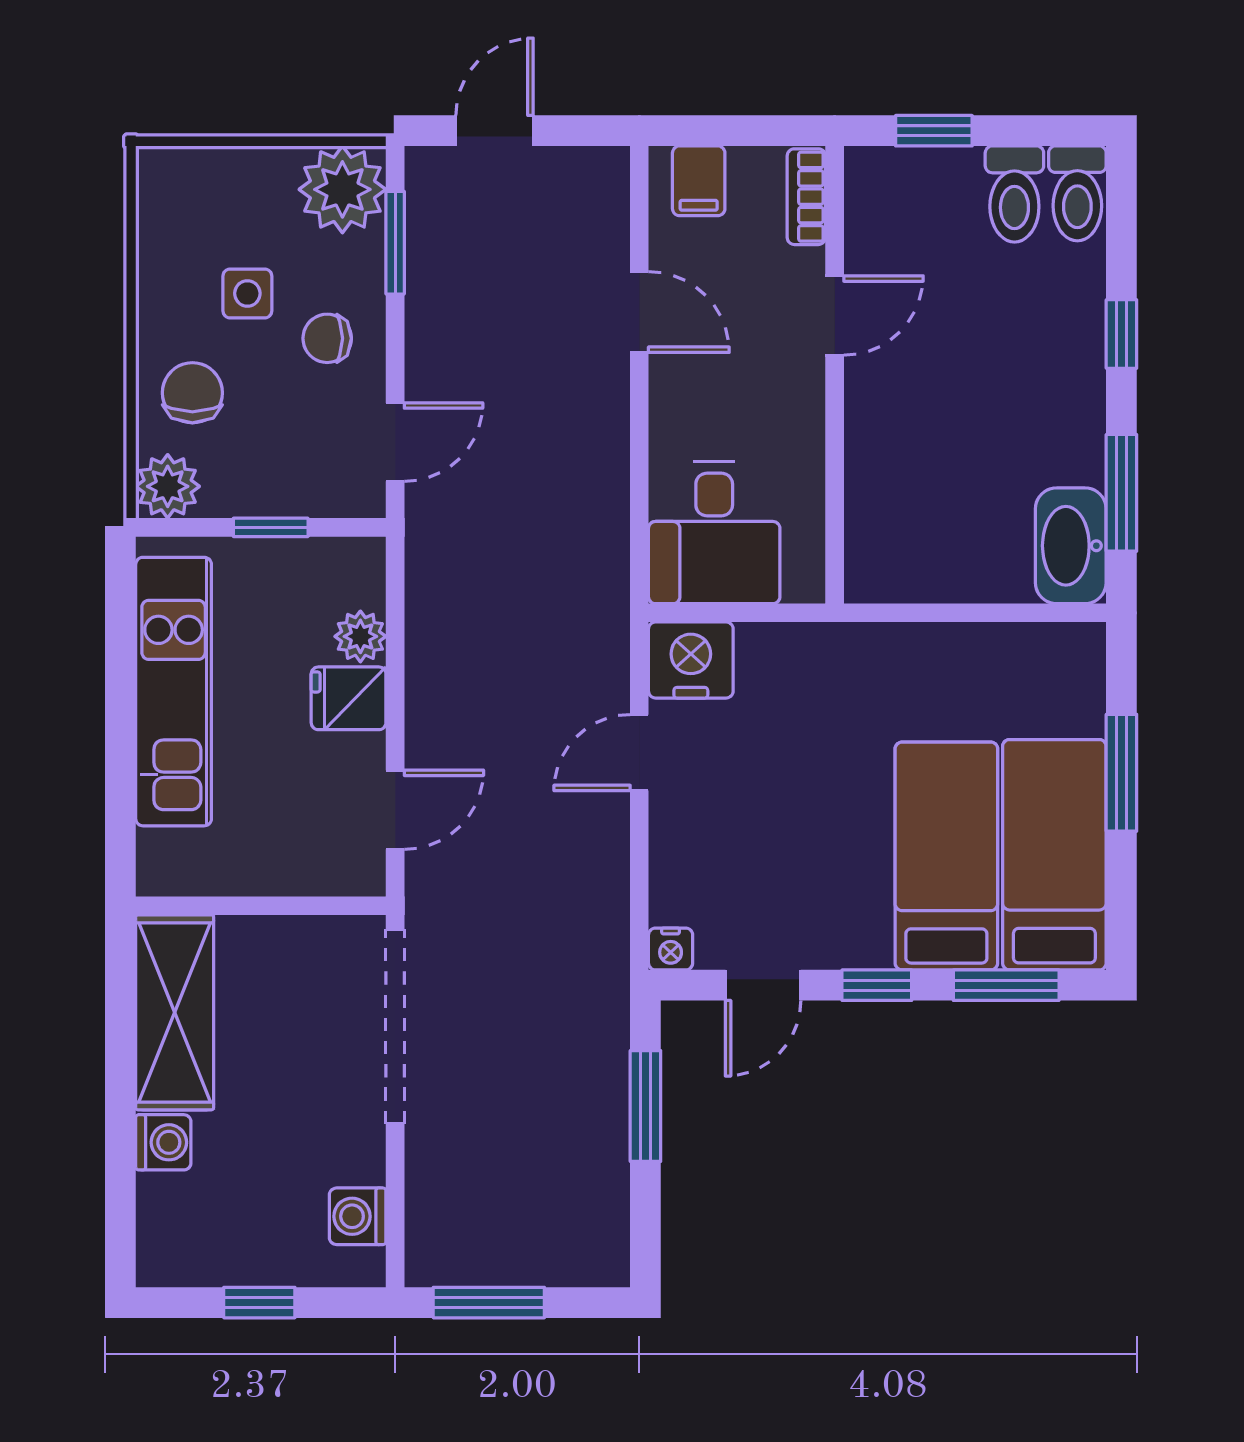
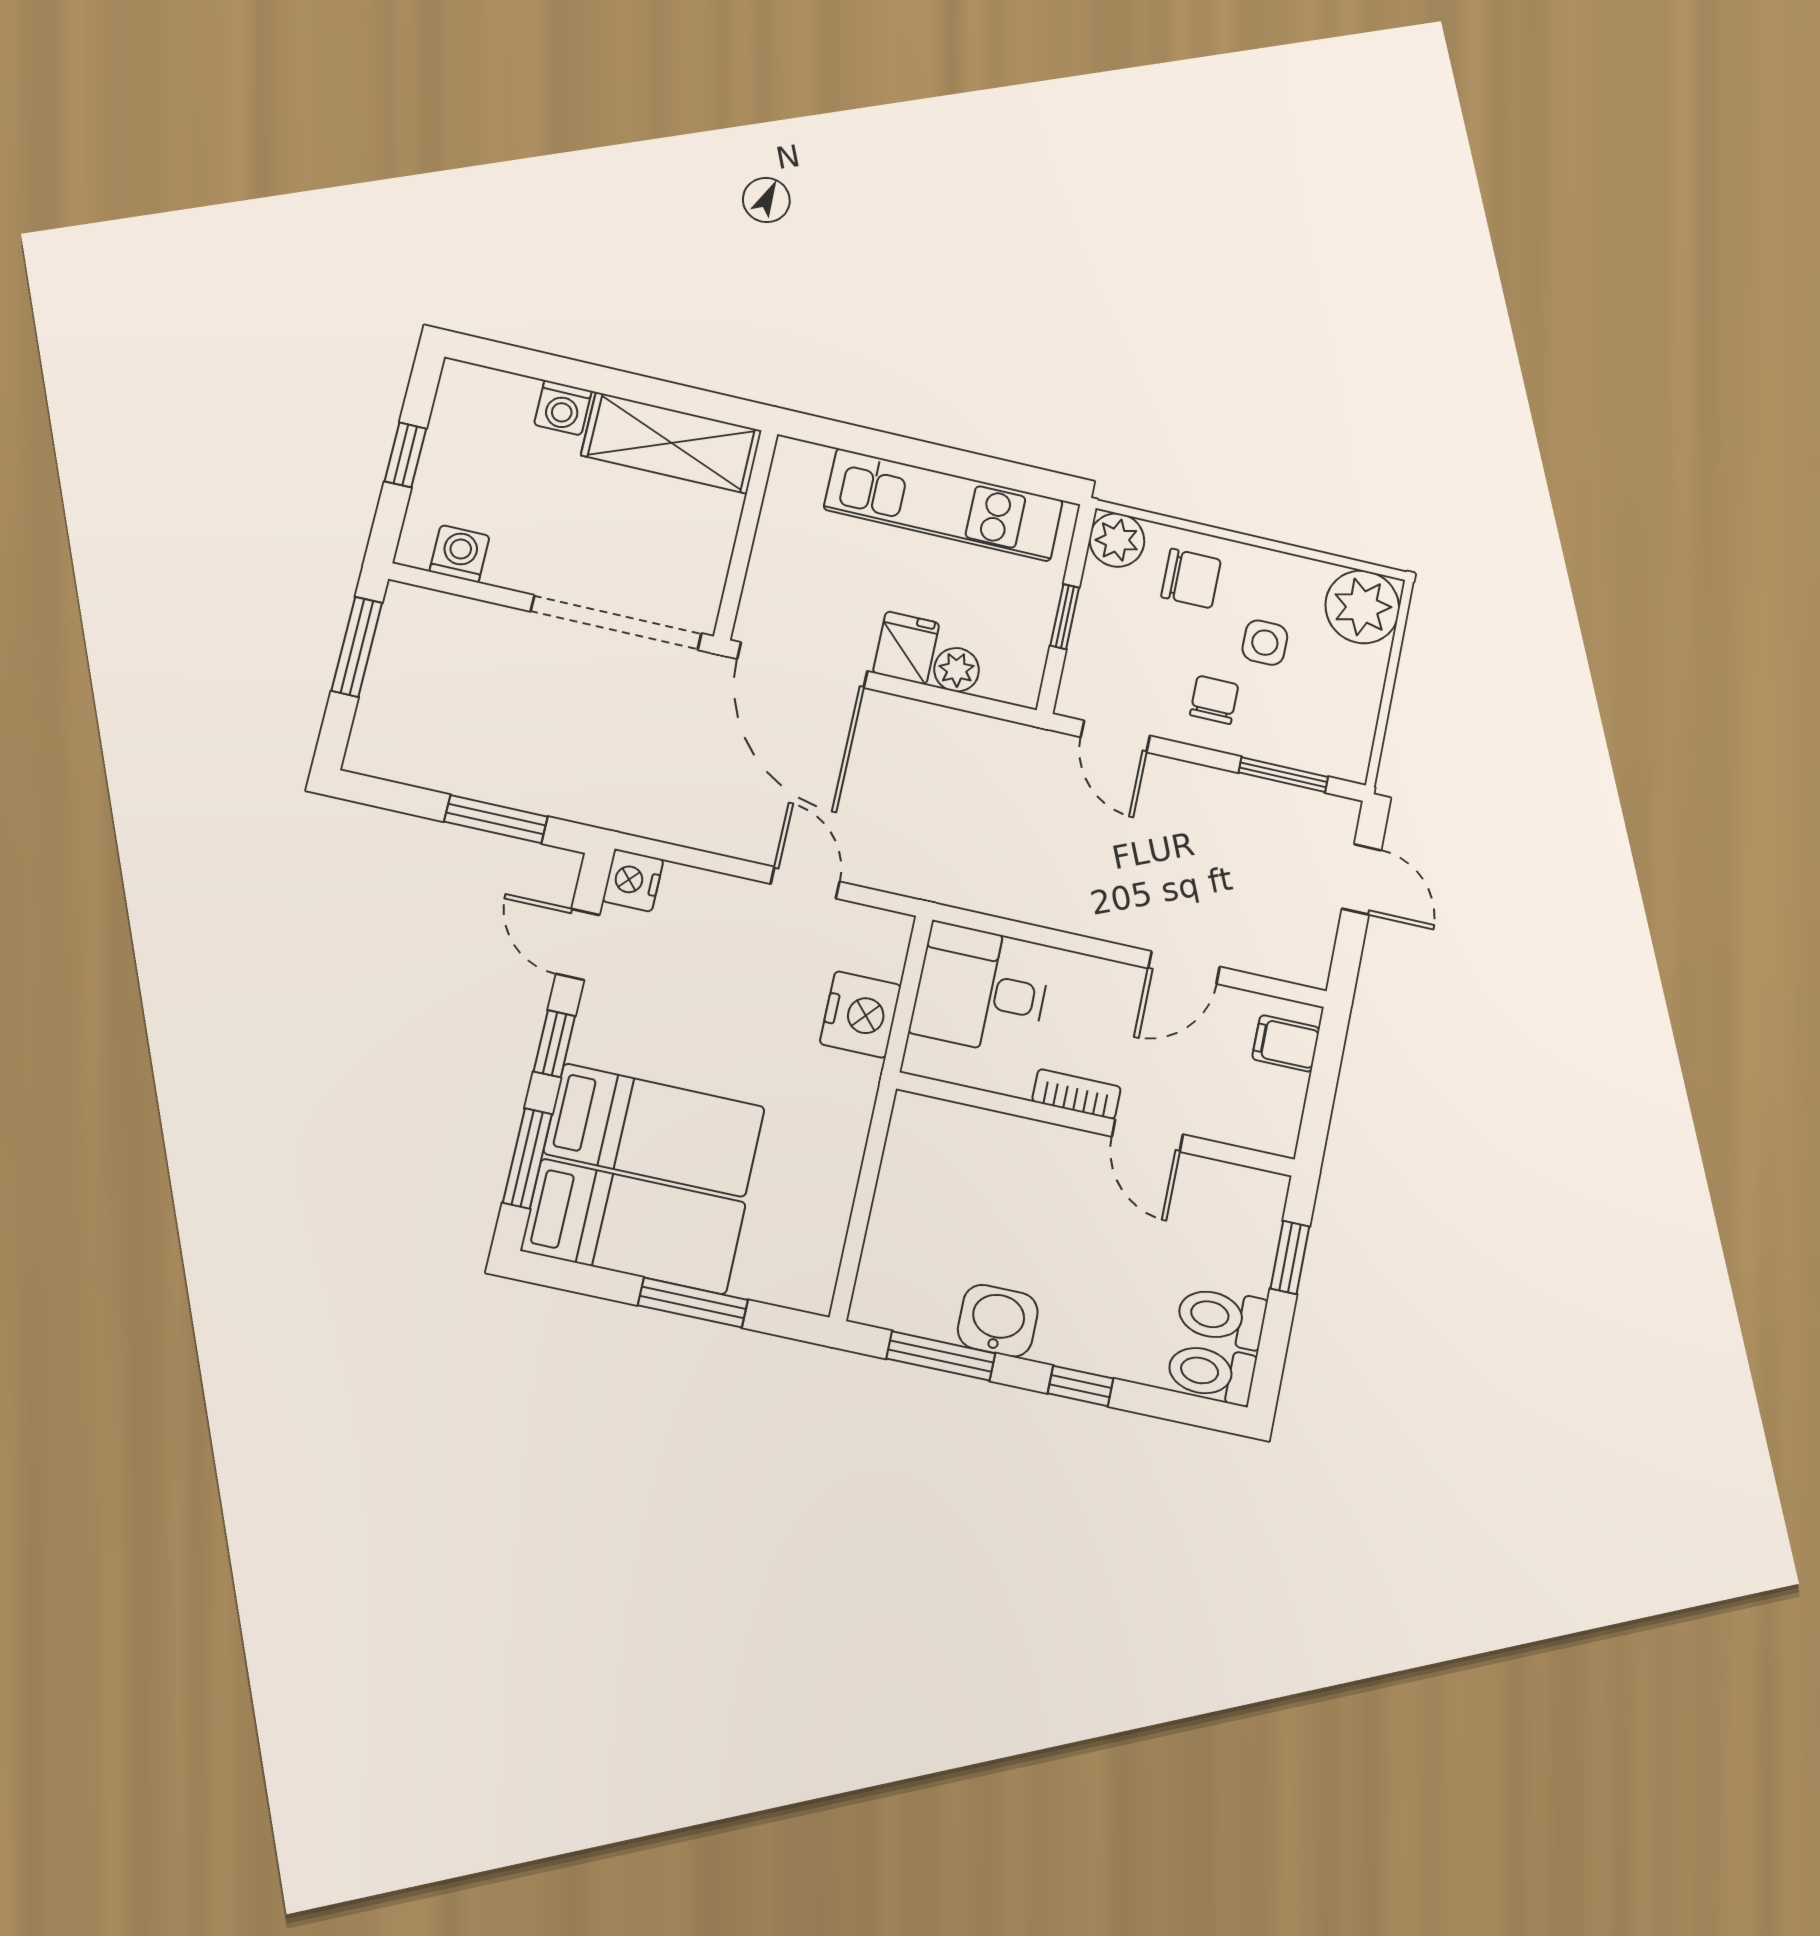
plant: (342, 189) -> (1362, 607), moved
bookcase: (806, 197) -> (1076, 1094), moved
washbasin: (1071, 546) -> (998, 1321), moved, width x0.72
nightstand: (691, 660) -> (860, 1014), moved
door: (395, 810) -> (802, 665), width x1.87
nightstand: (671, 949) -> (633, 880), width x1.39, depth x1.35

